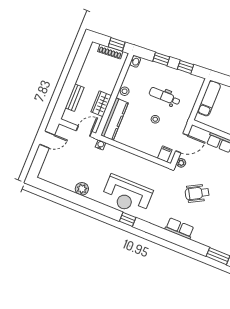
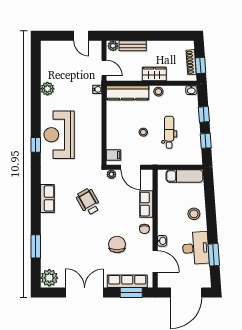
wardrobe: (101, 104) -> (154, 74), moved
plant: (67, 115) -> (113, 46), added

